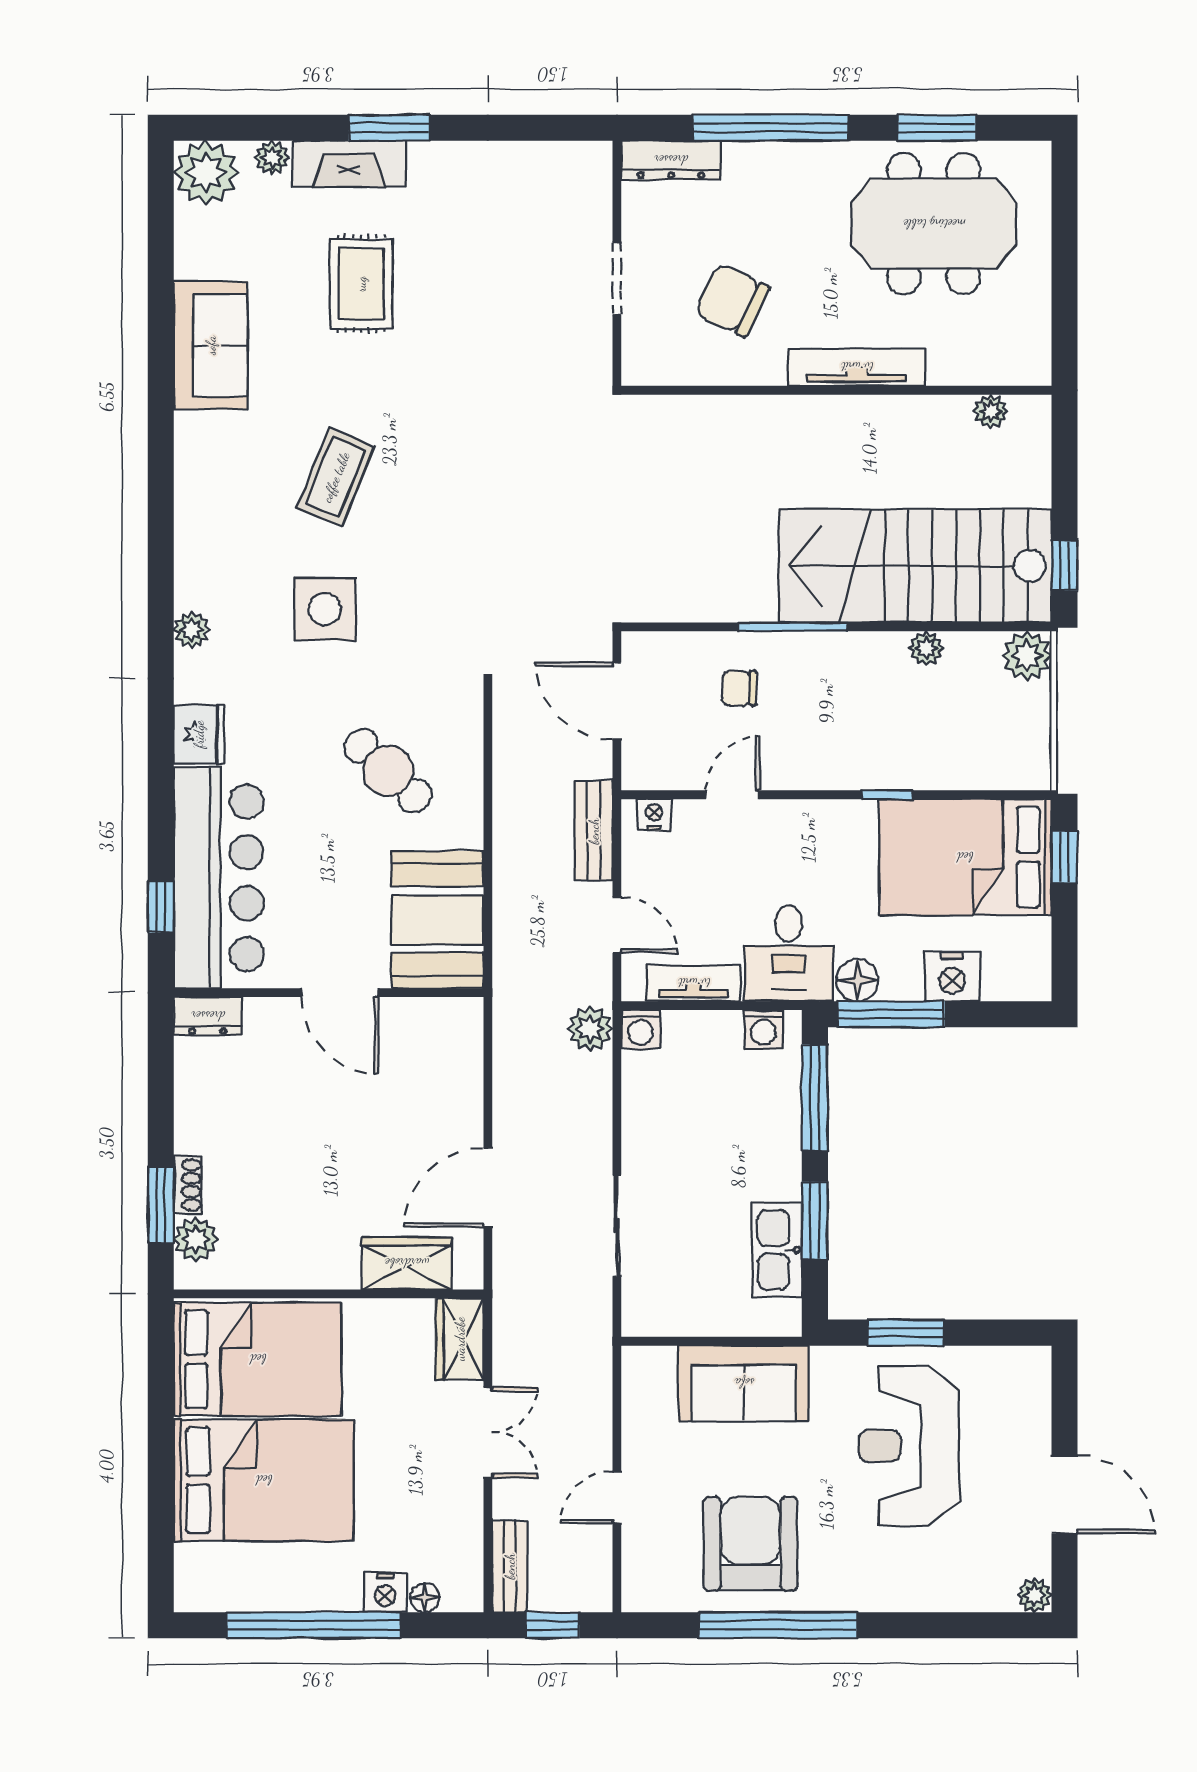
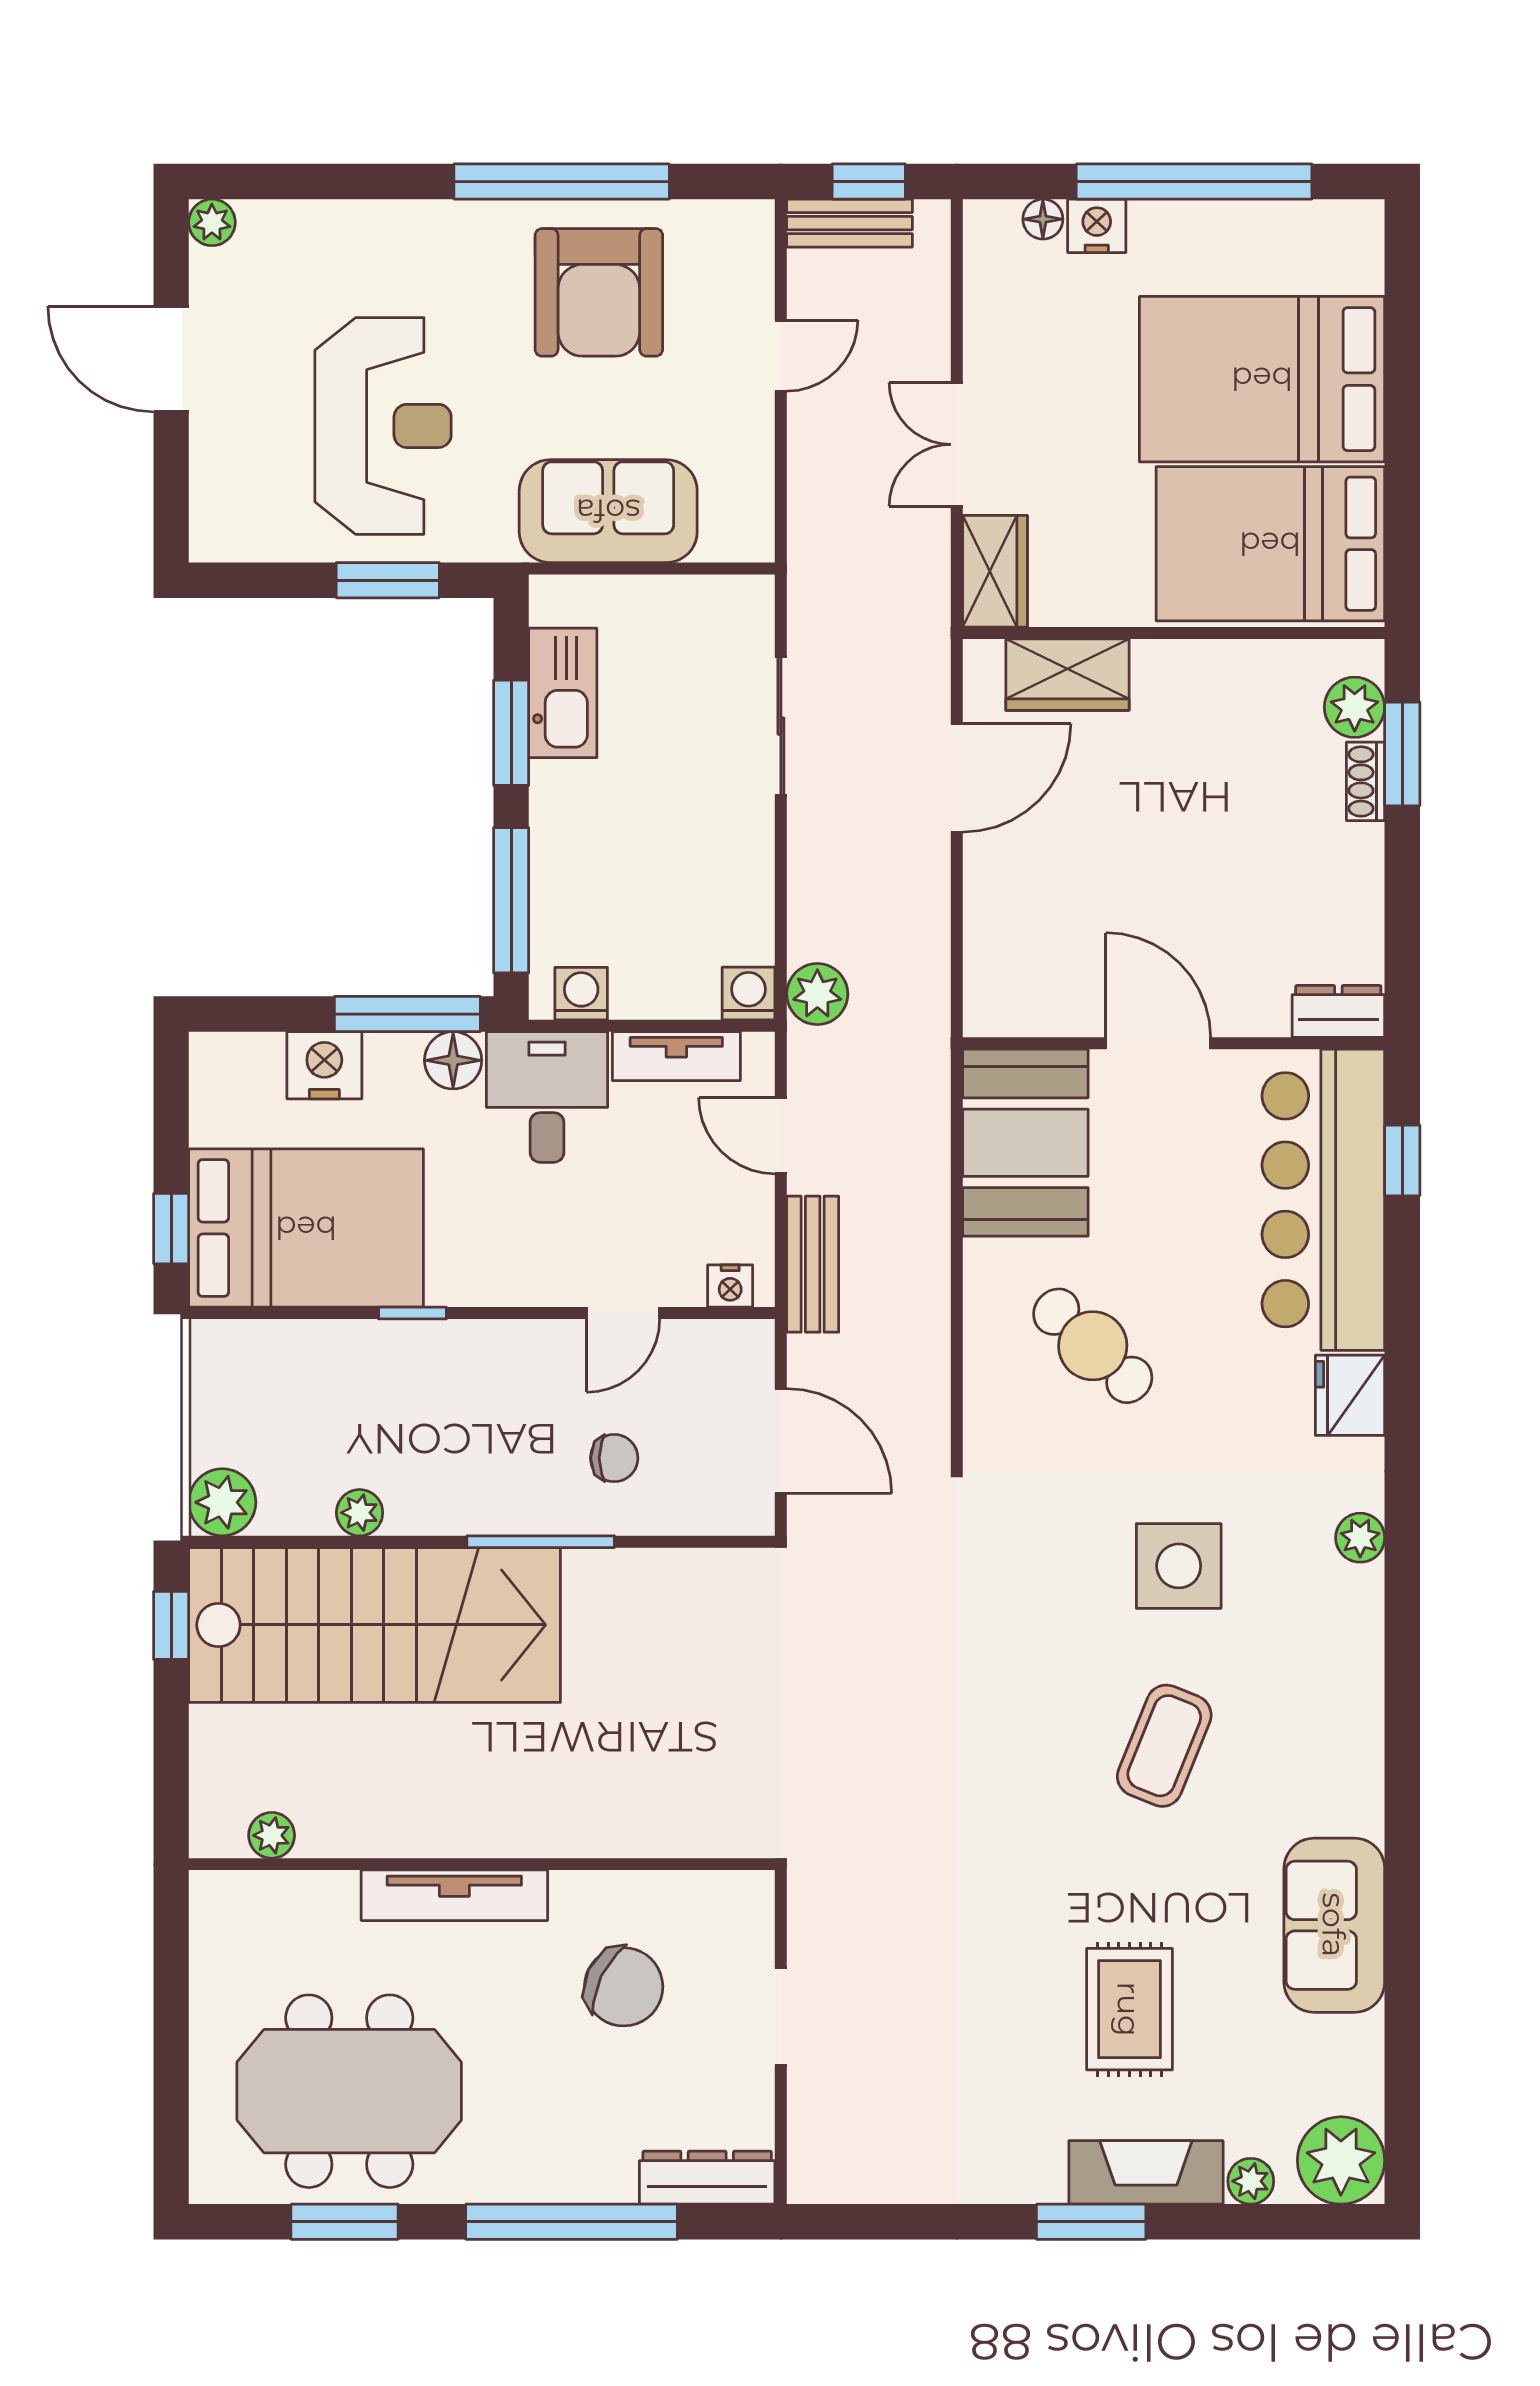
bench: (510, 1566) -> (850, 223), moved, turned 90

